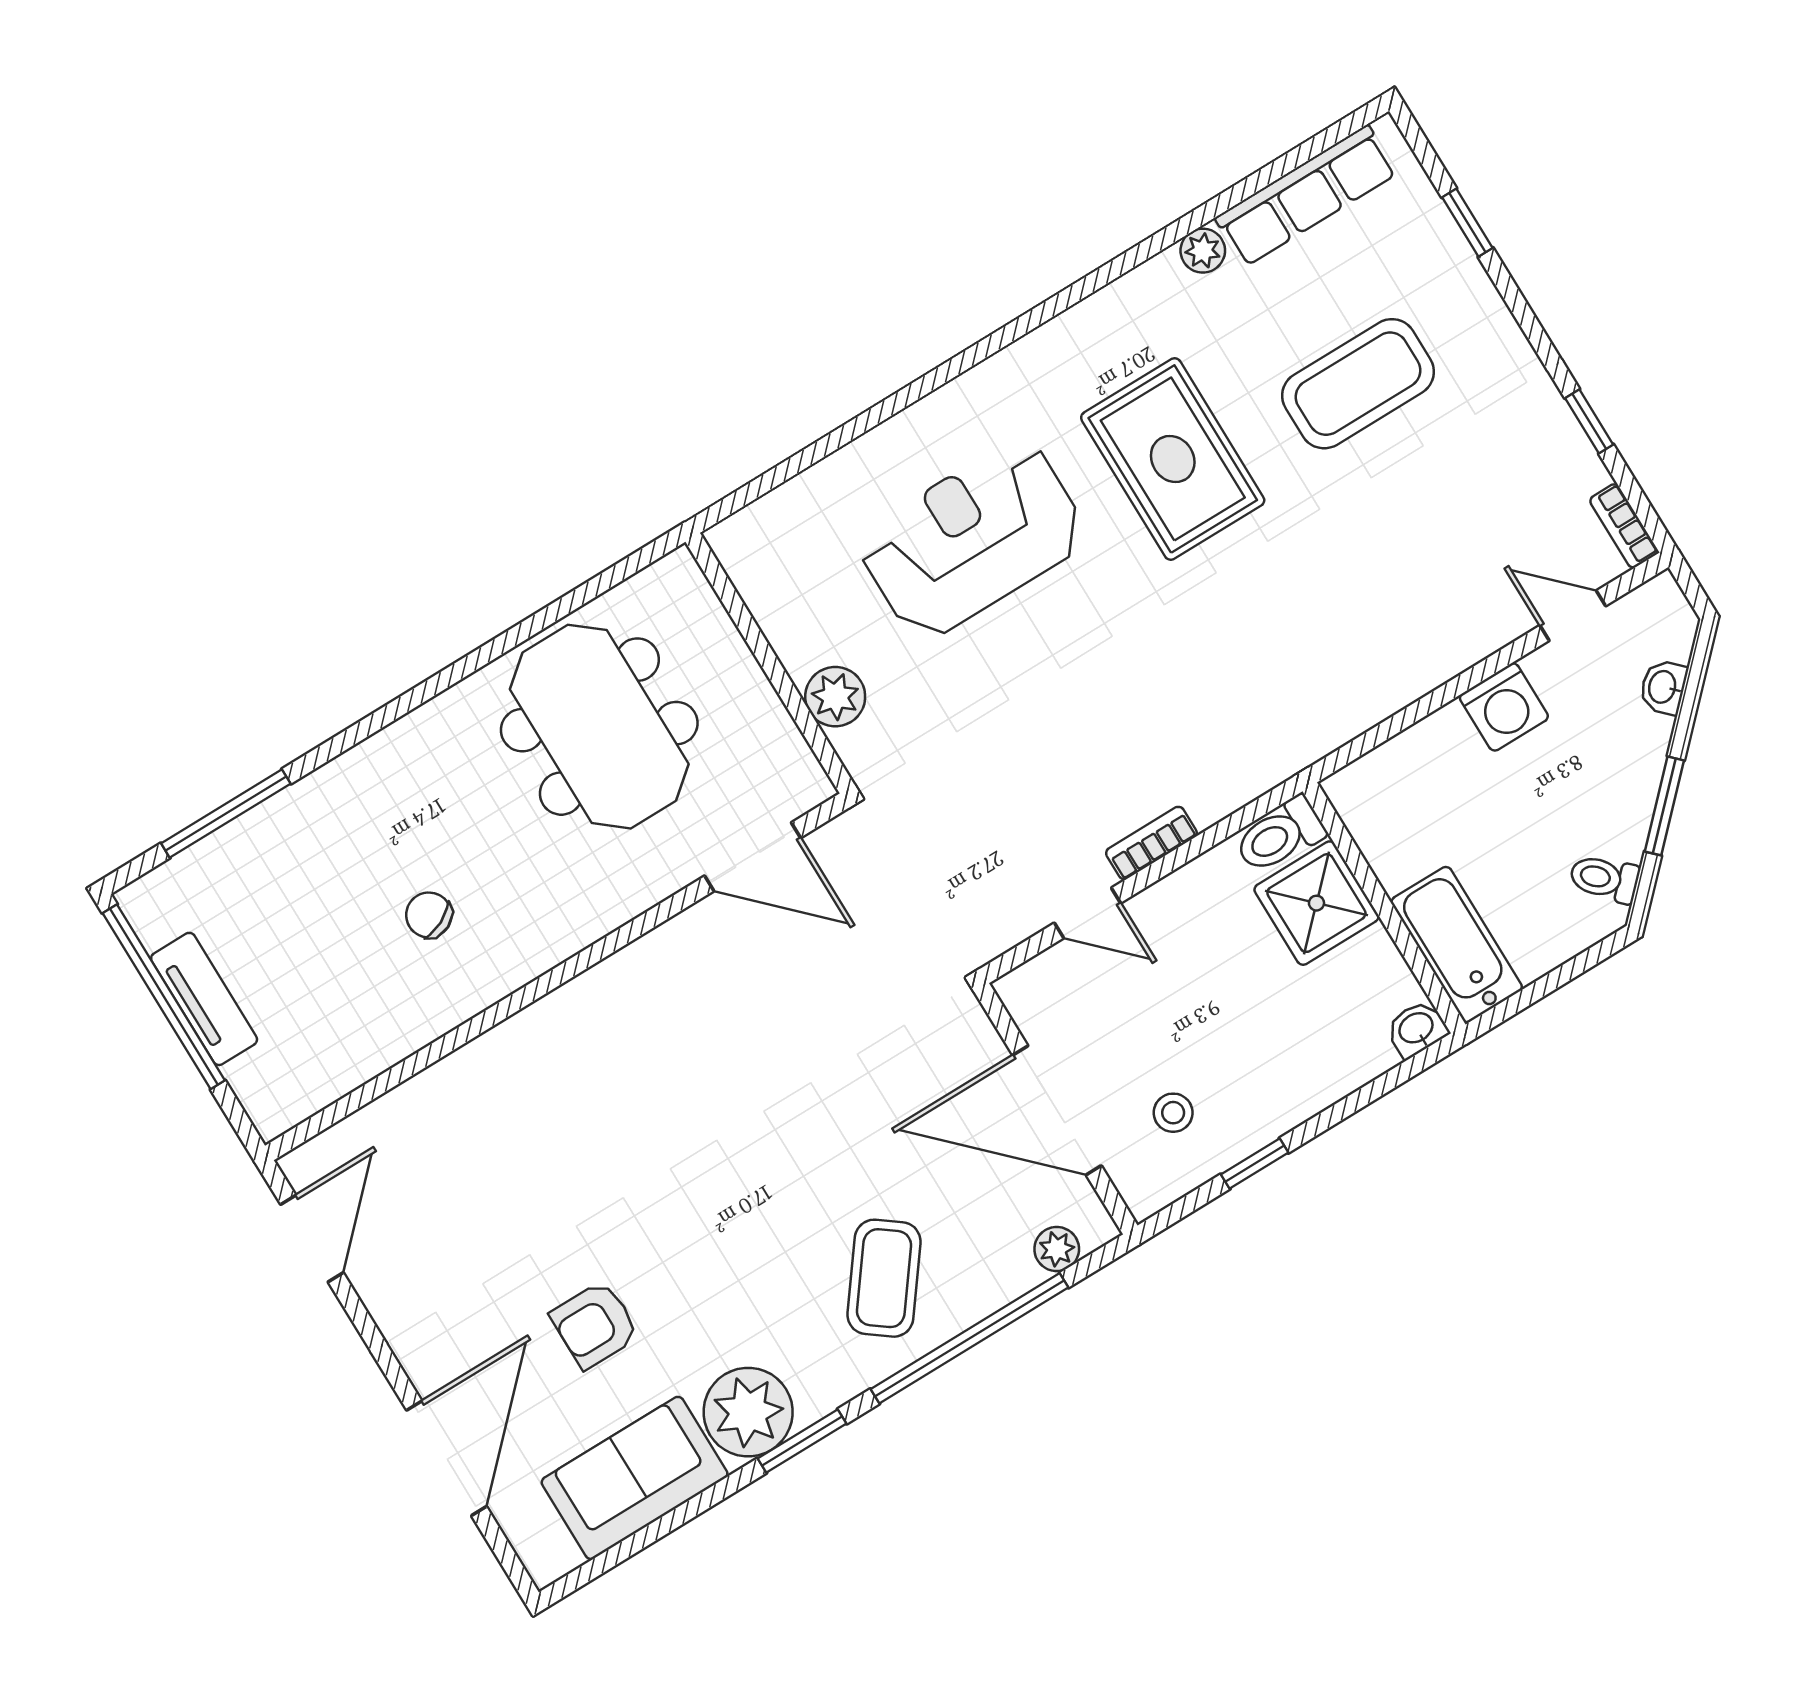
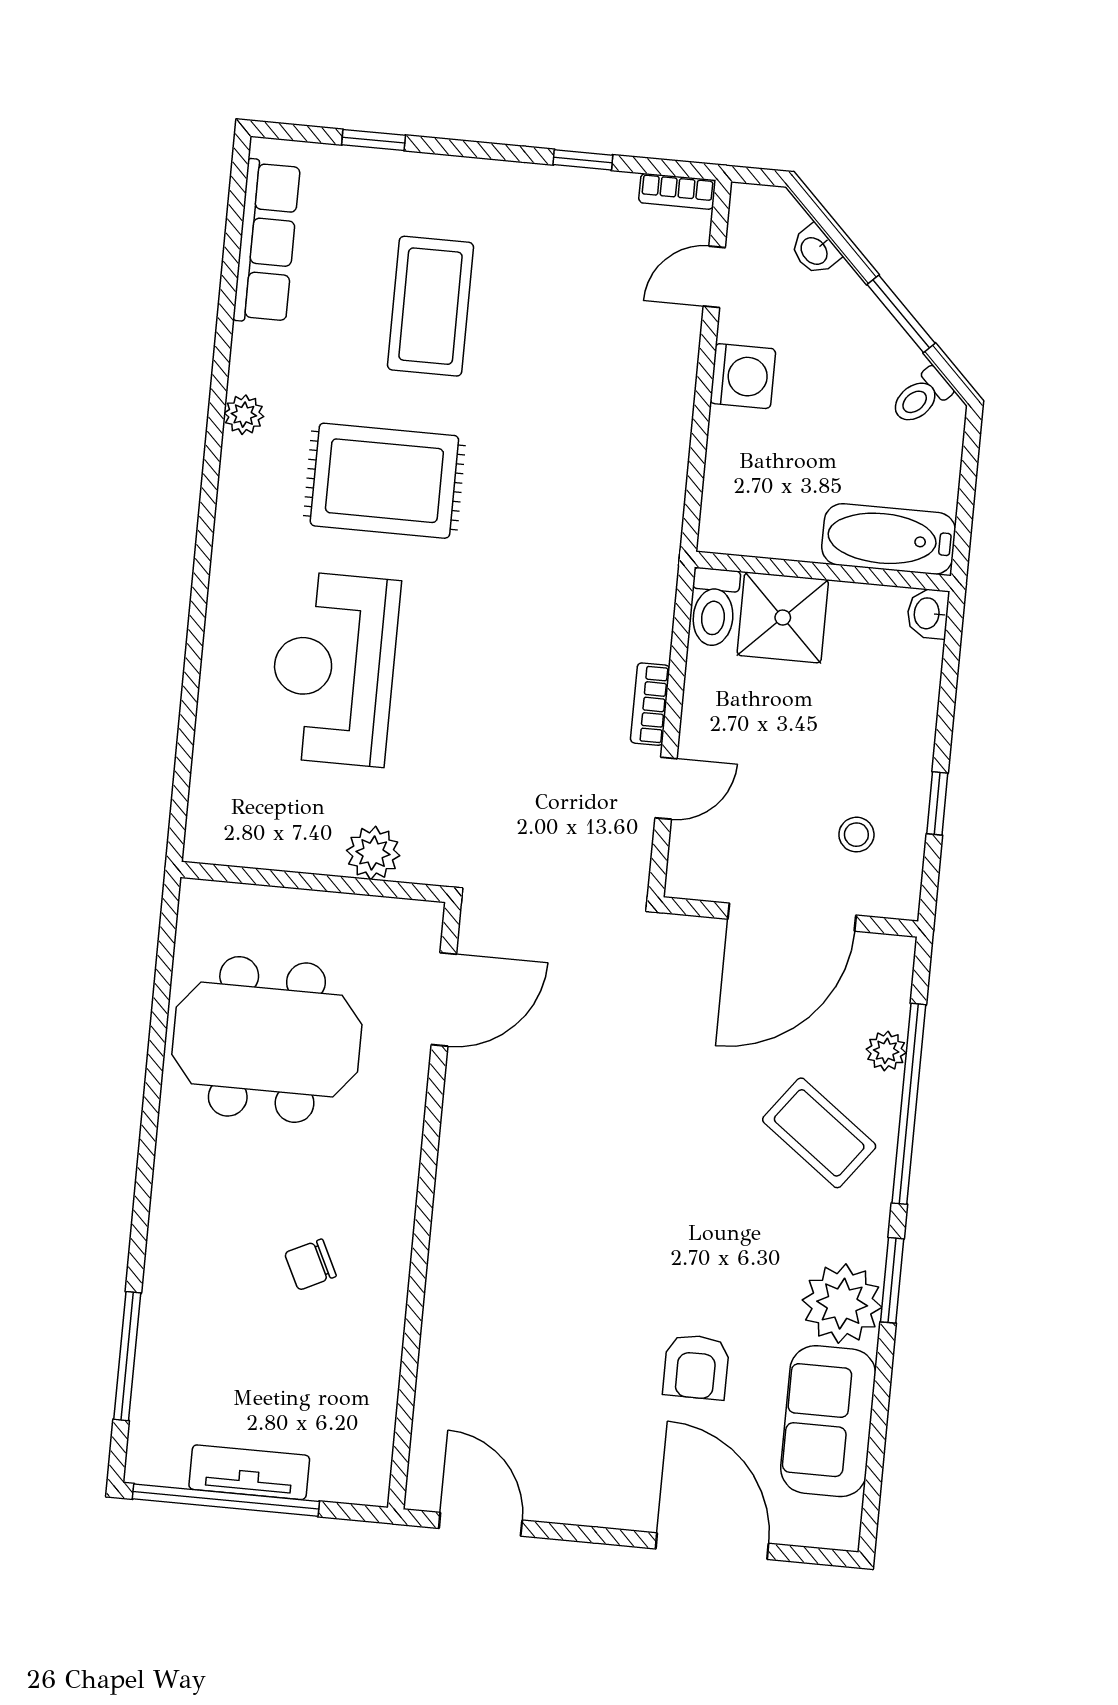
plant: (1203, 251) -> (244, 415), moved
plant: (1057, 1249) -> (886, 1051), moved

